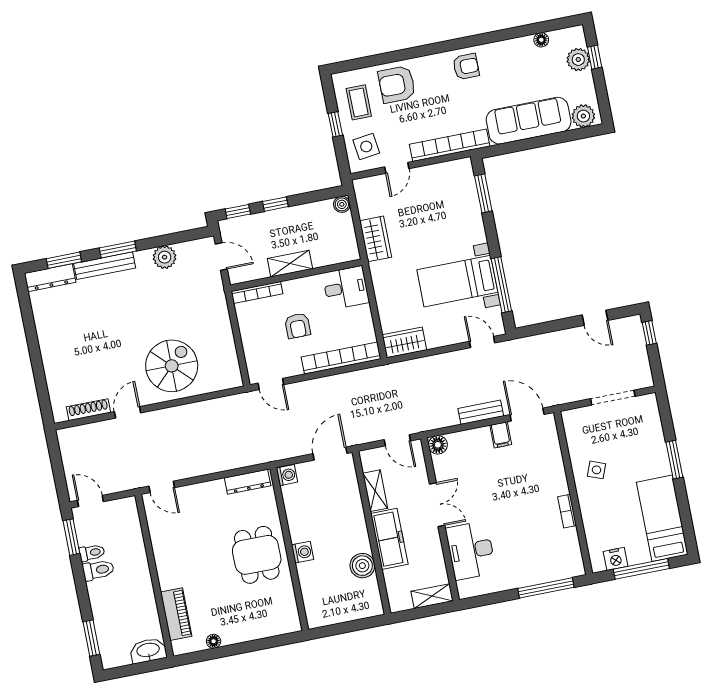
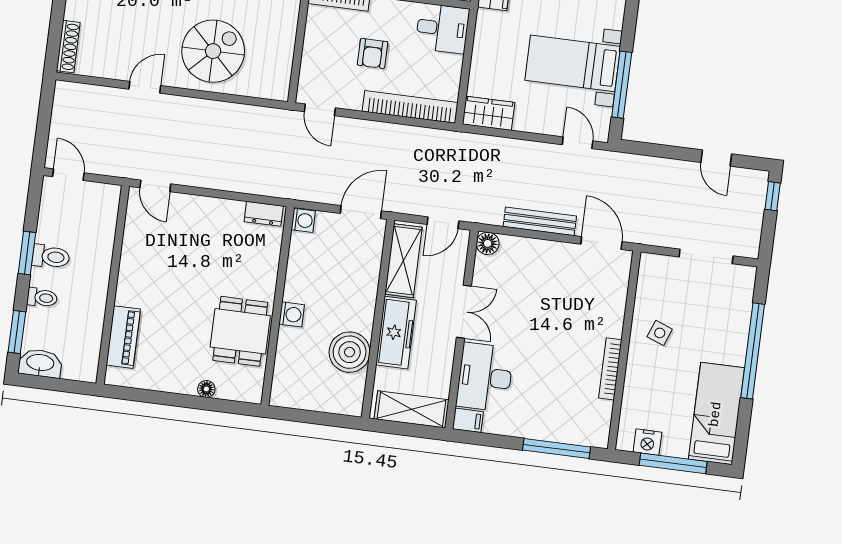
shoe rack: (89, 410) -> (68, 47), moved, turned 90
bench: (481, 412) -> (540, 221), width x1.36
filing cabinet: (501, 435) -> (468, 420), moved, turned -90
door: (397, 440) -> (443, 223), hinge flipped
window: (674, 460) -> (753, 351), width x2.11
dresser: (248, 482) -> (264, 214), width x0.70
shelving: (375, 491) -> (403, 261), width x1.50, depth x1.33
bookcase: (567, 511) -> (610, 369), width x1.56
window: (71, 537) -> (27, 253), moved
toilet: (92, 553) -> (42, 298), moved
dining table: (257, 555) -> (240, 331), moved
boiler: (362, 566) -> (350, 352), width x1.37, depth x1.37
shelving: (432, 596) -> (412, 409), width x1.50, depth x1.33
floor lamp: (214, 641) -> (206, 389), moved
washbasin: (148, 651) -> (40, 363), moved

